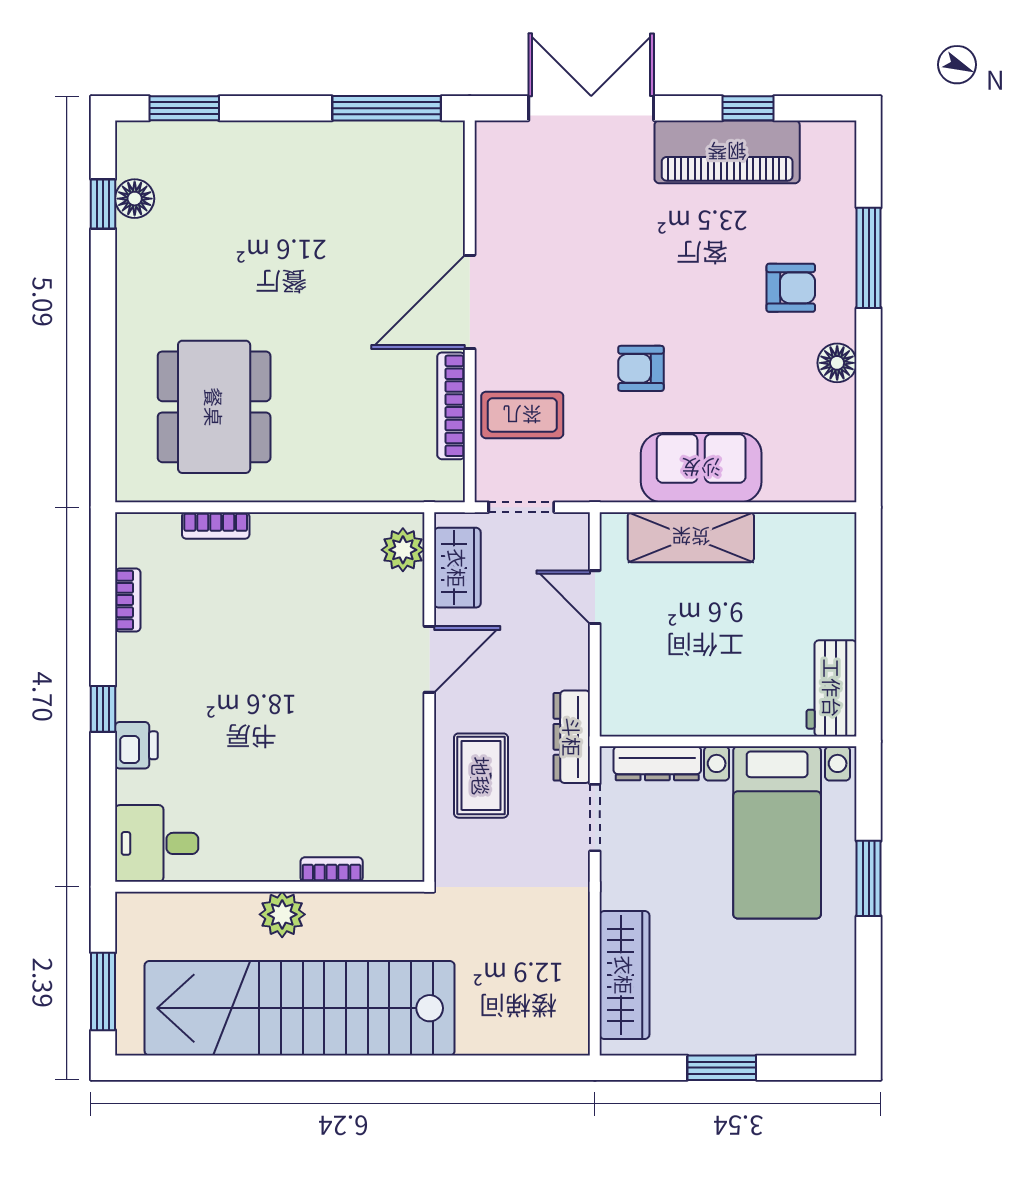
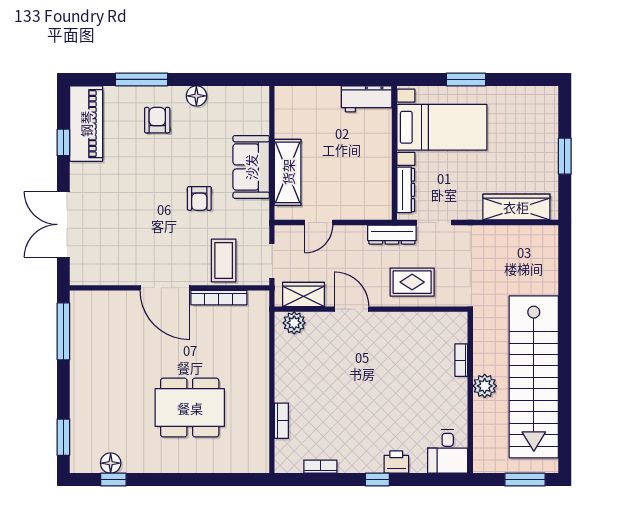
piano: (727, 152) -> (86, 124), moved
dining table: (214, 407) -> (190, 408), moved

